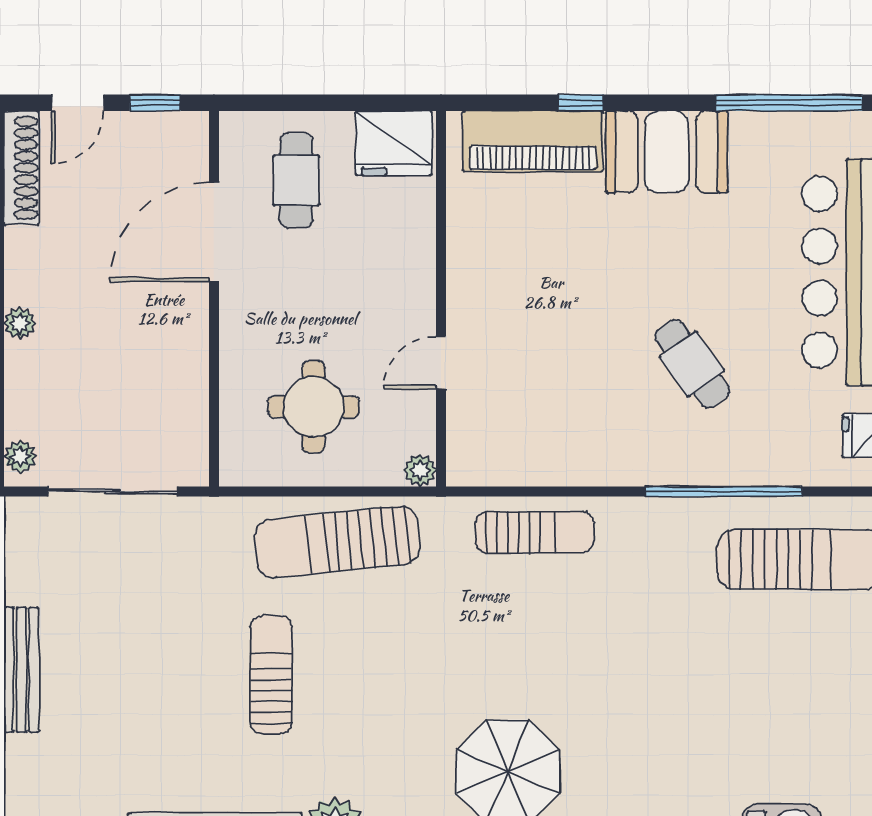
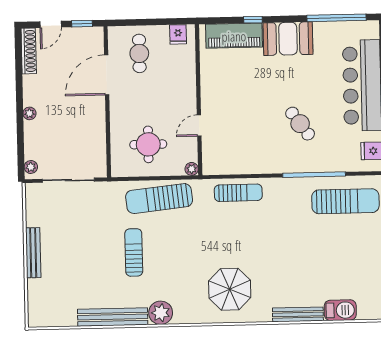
fridge: (394, 143) -> (178, 34), width x0.53, depth x0.75

